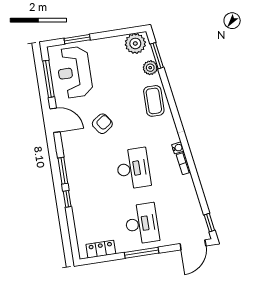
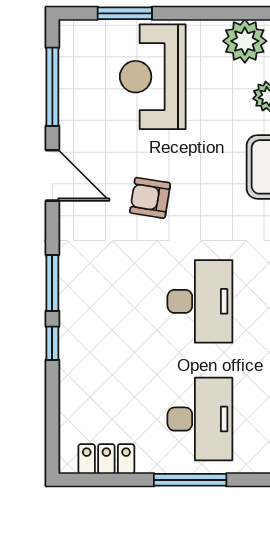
reception desk: (74, 72) -> (153, 77), moved
armchair: (102, 124) -> (150, 198), turned -136

